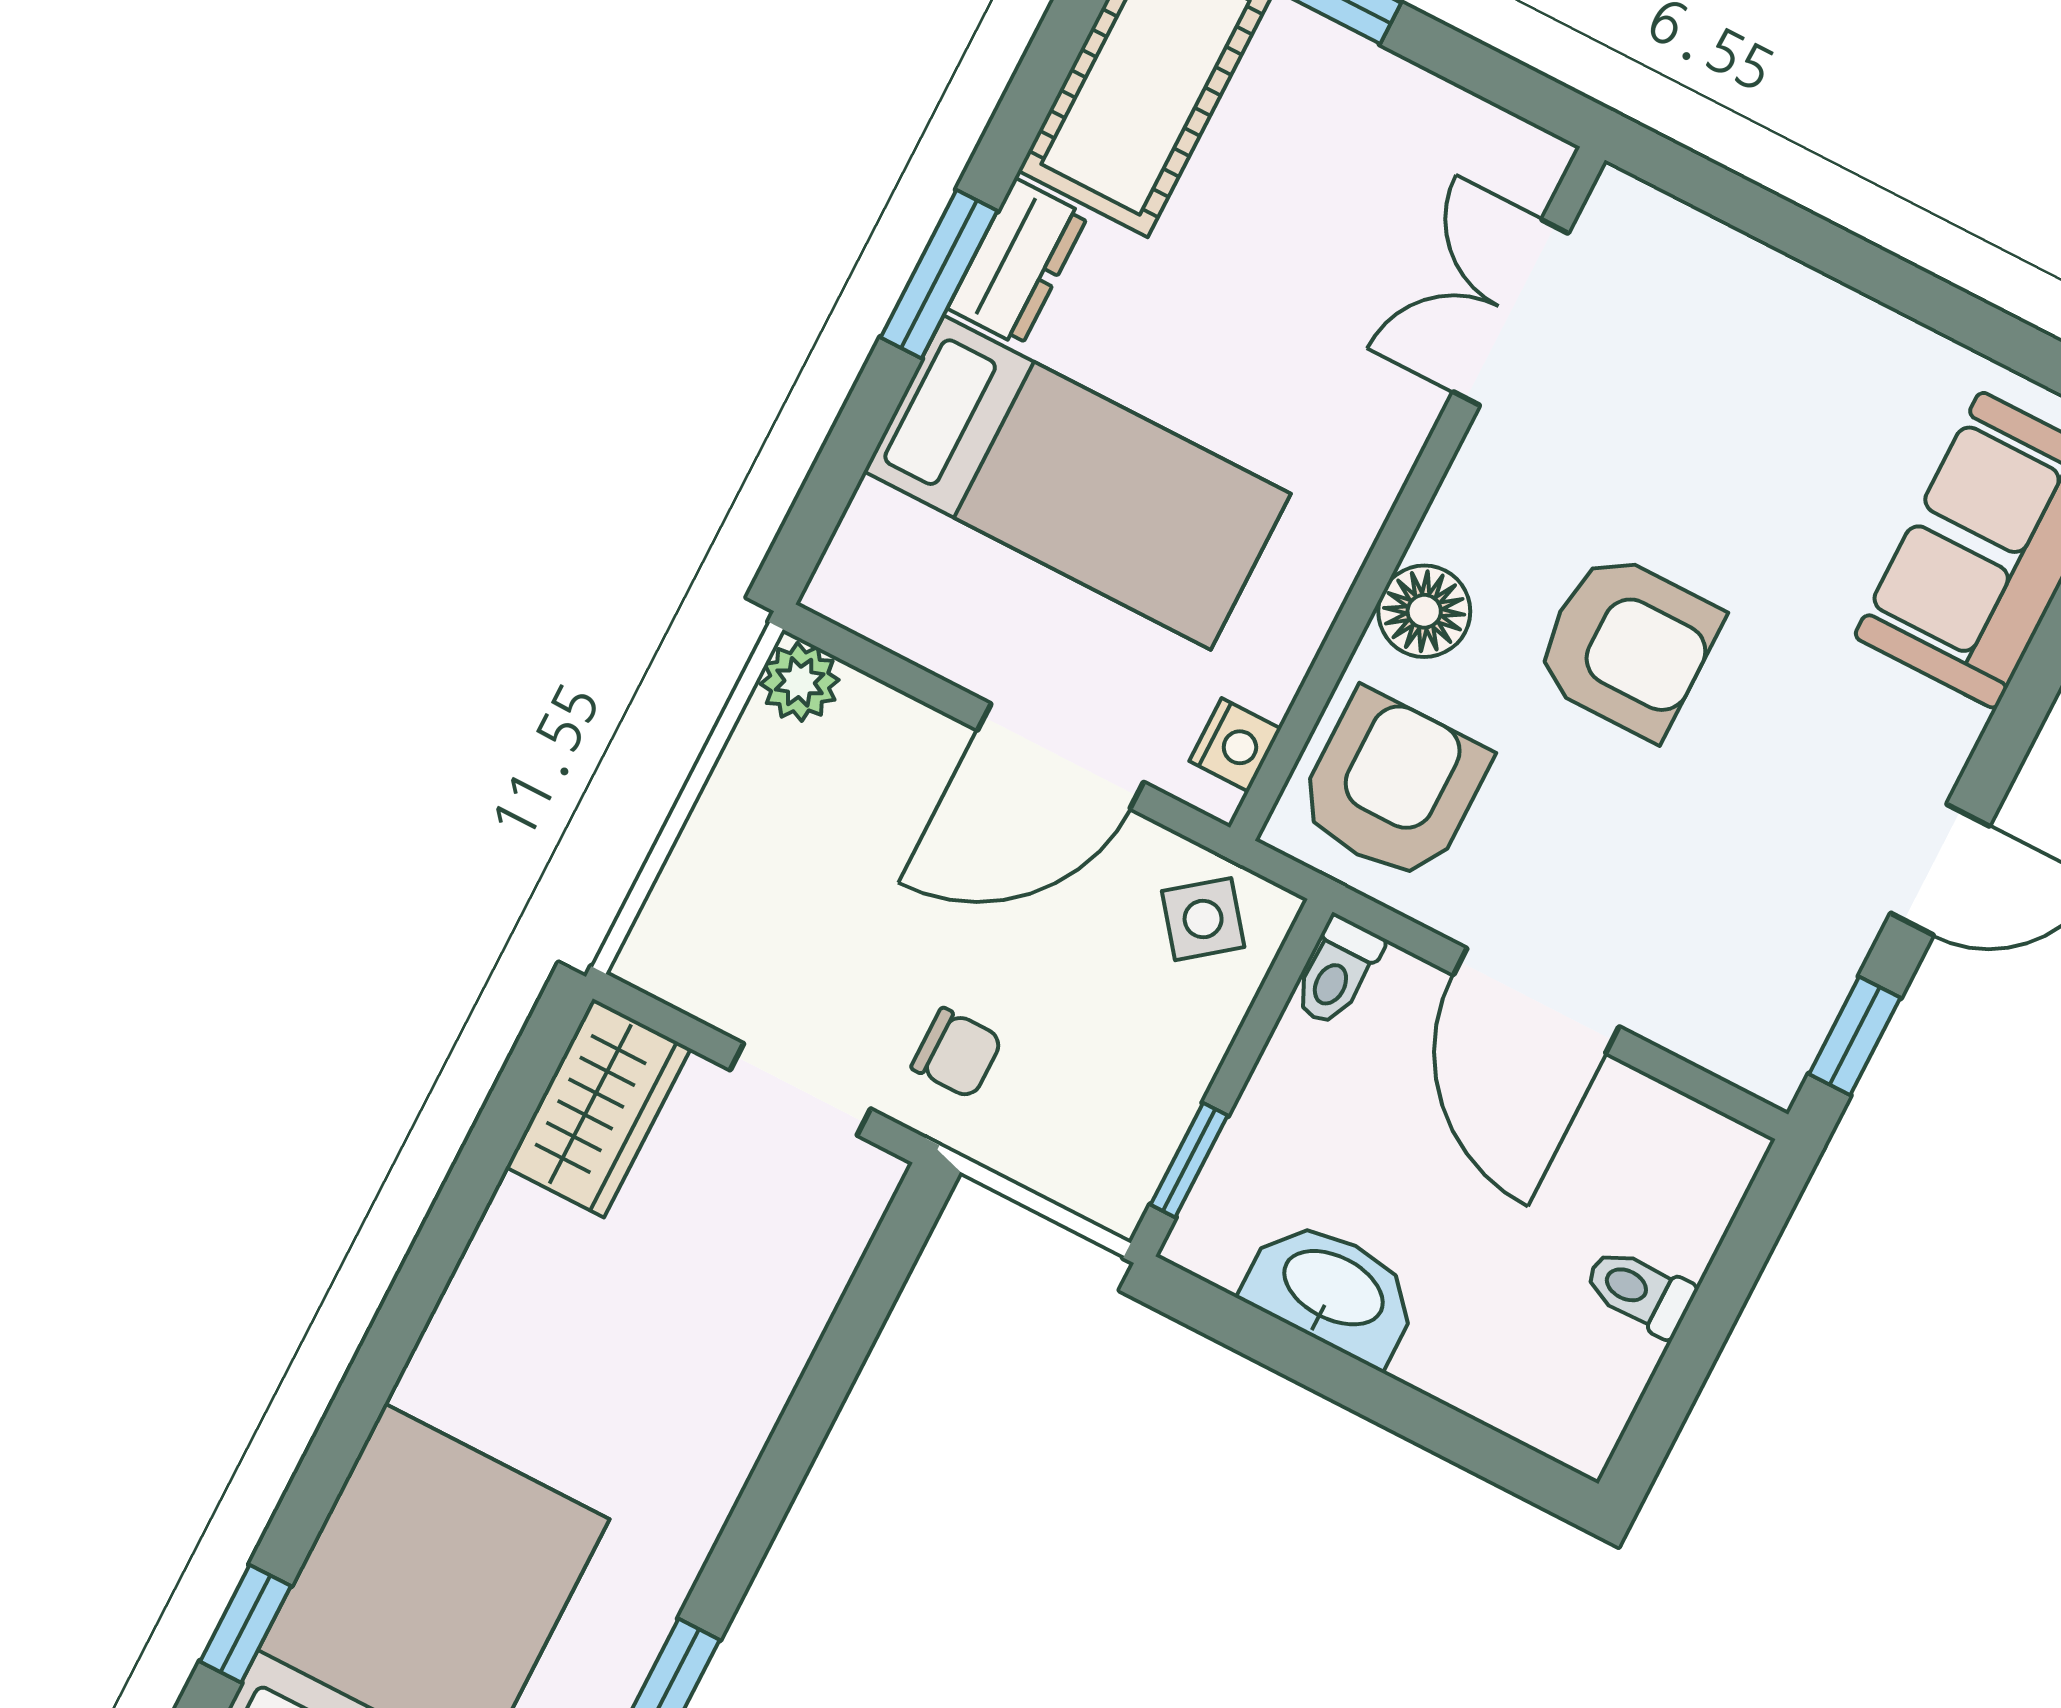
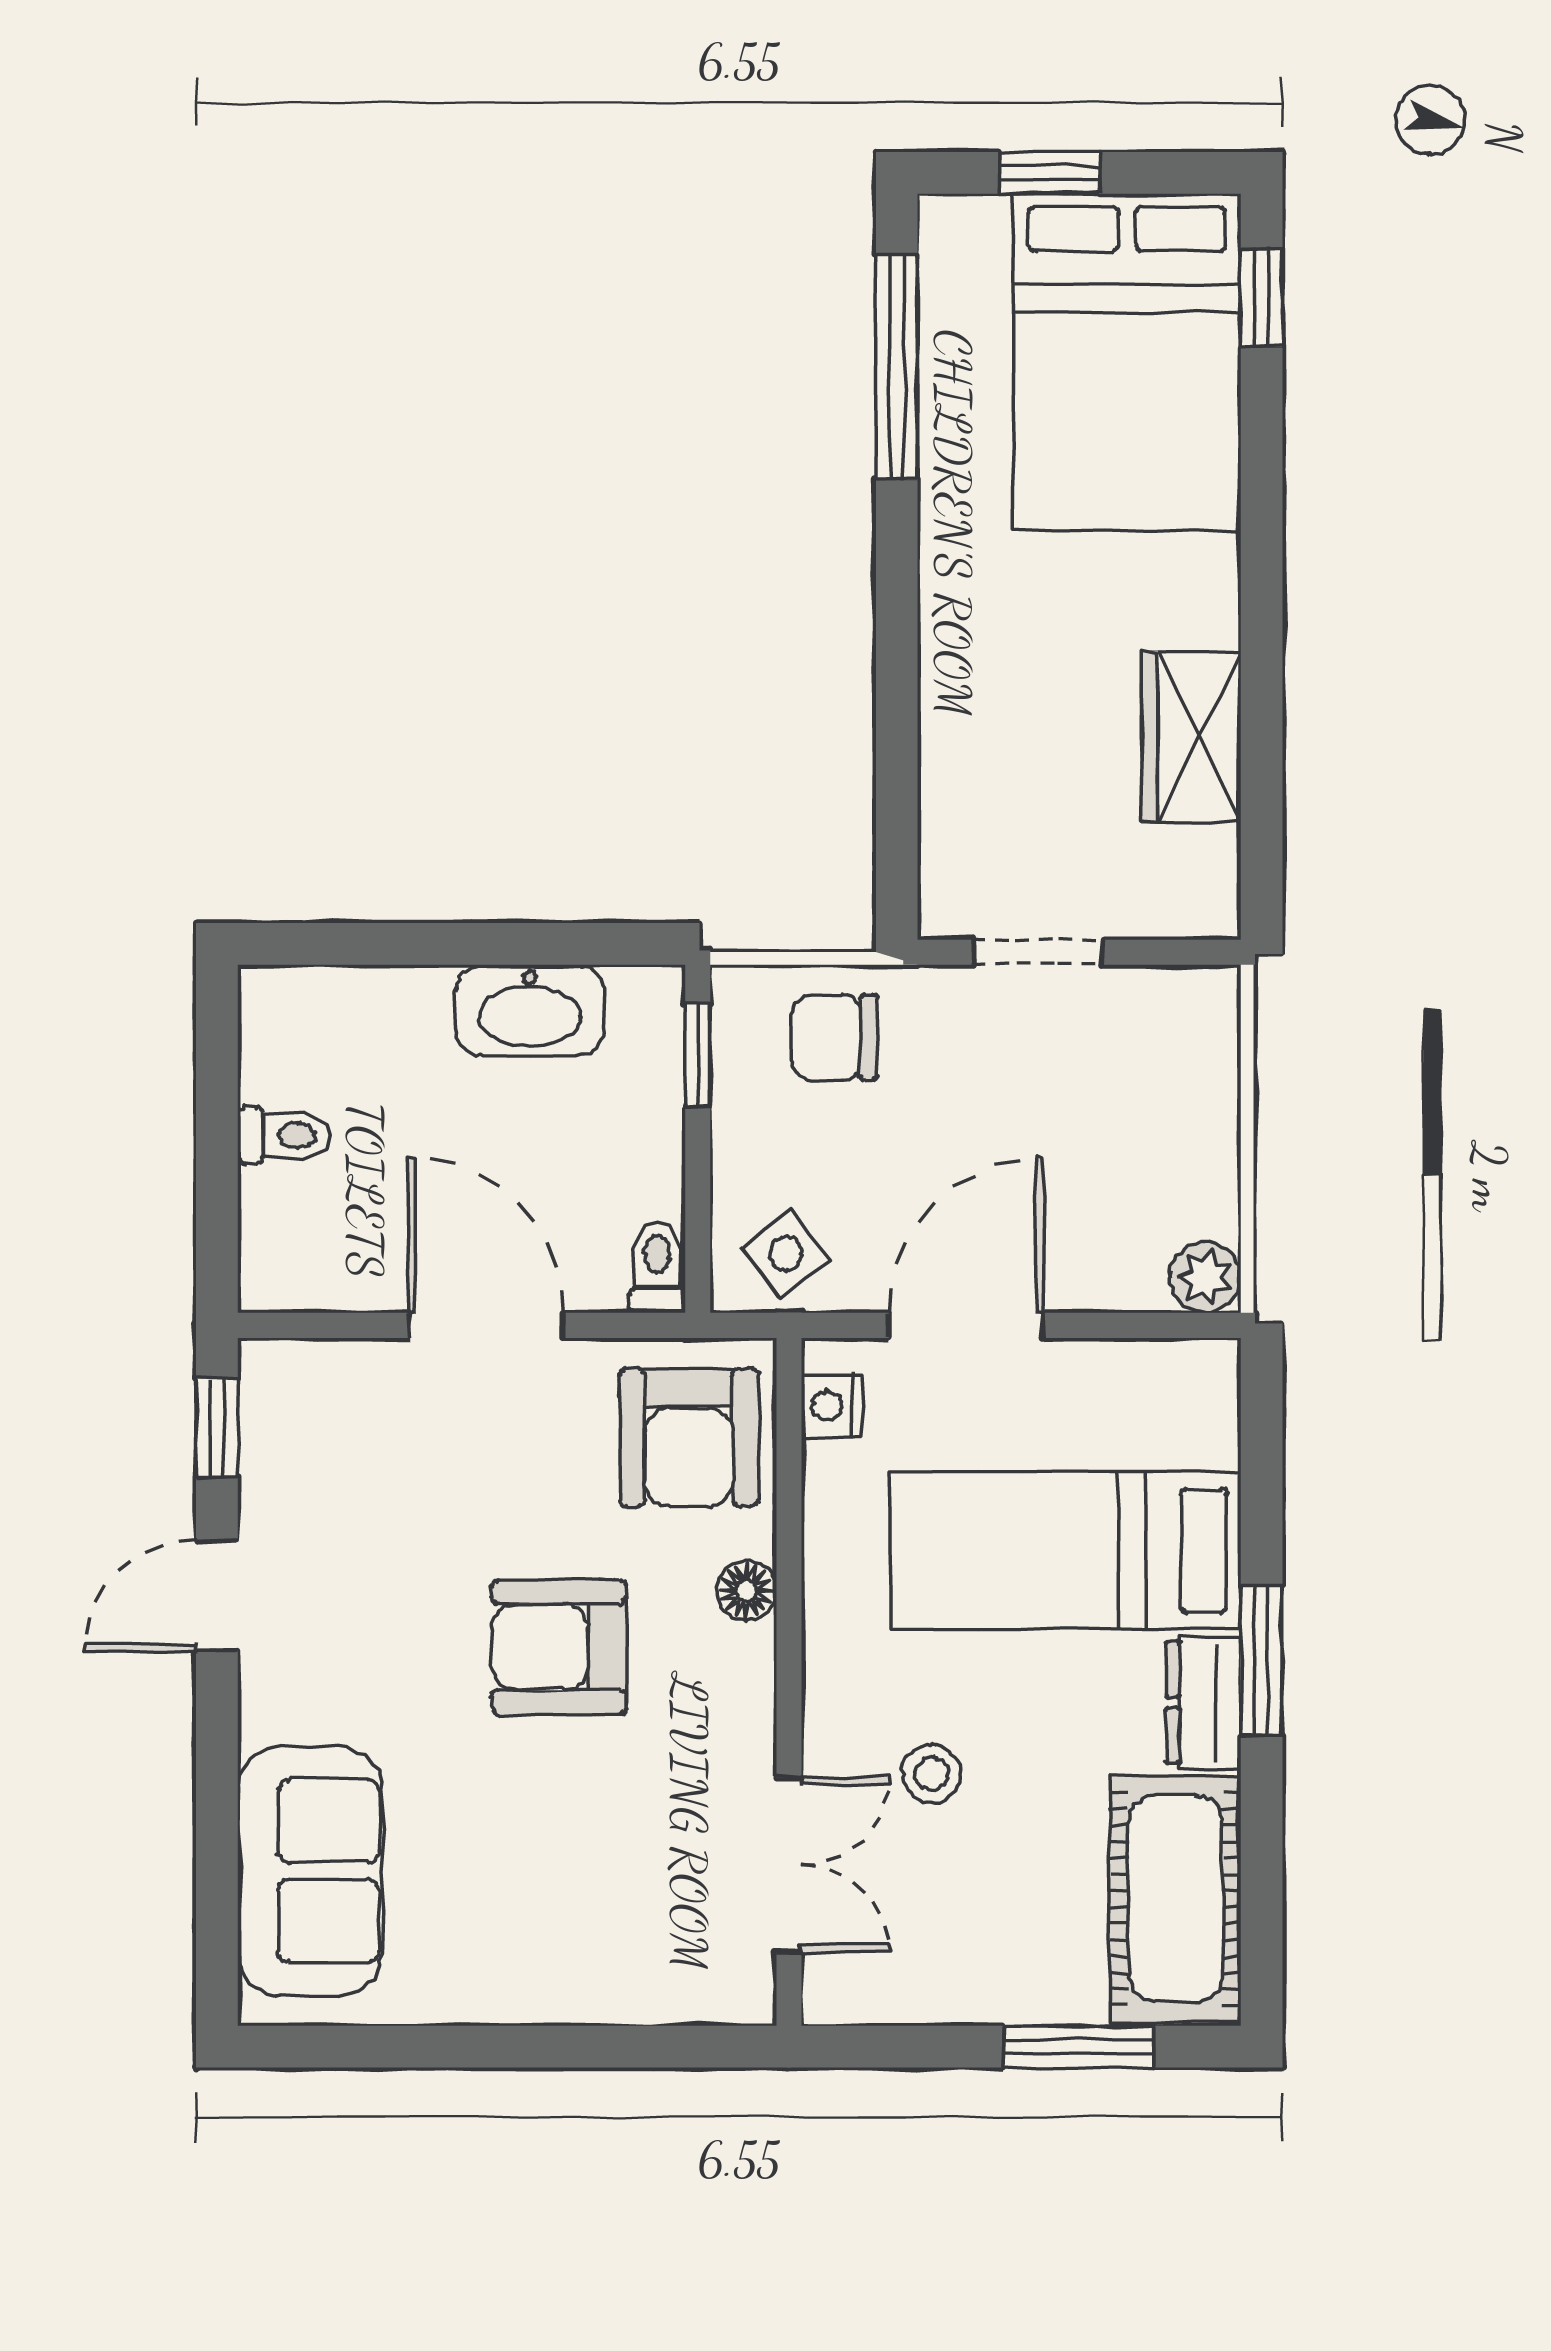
stool: (1323, 330) -> (932, 1774), added
floor lamp: (1424, 611) -> (746, 1591), width x0.73, depth x0.73
chair: (957, 1053) -> (834, 1037), moved, width x1.37, depth x1.37
wardrobe: (598, 1108) -> (1191, 737), moved

